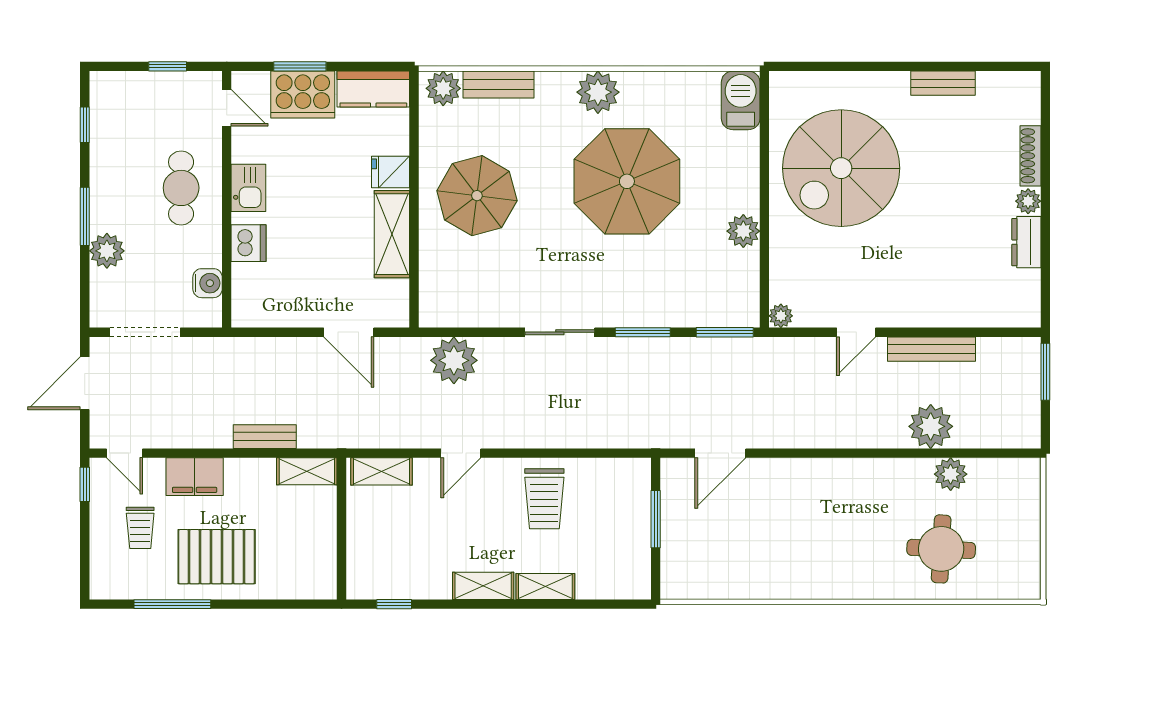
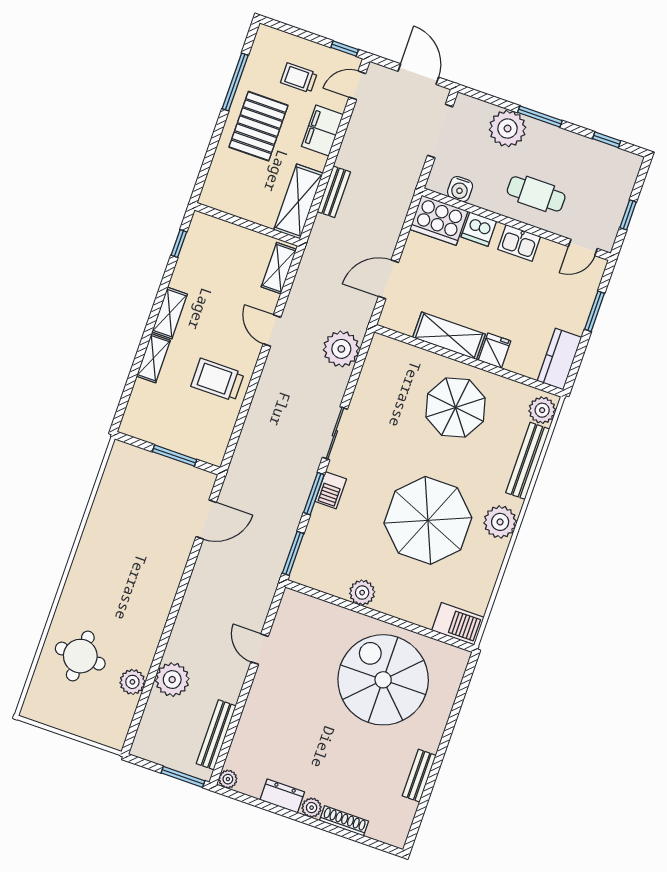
bench: (499, 84) -> (528, 461), width x1.36
cooker: (303, 94) -> (439, 220), moved, turned -90
plant: (107, 251) -> (508, 129), width x1.36, depth x1.36
barbecue: (631, 313) -> (331, 490), added
plant: (781, 316) -> (228, 779), moved
bench: (932, 349) -> (216, 735), moved
door: (720, 453) -> (206, 520), swing flipped
shelving: (307, 471) -> (298, 201), width x1.50, depth x1.33

